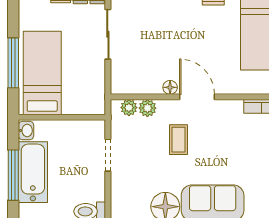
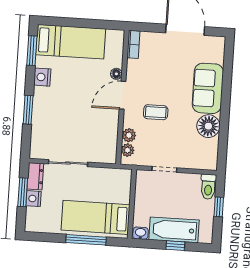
floor lamp: (170, 87) -> (116, 74), moved
window: (13, 175) -> (175, 246), width x0.46

